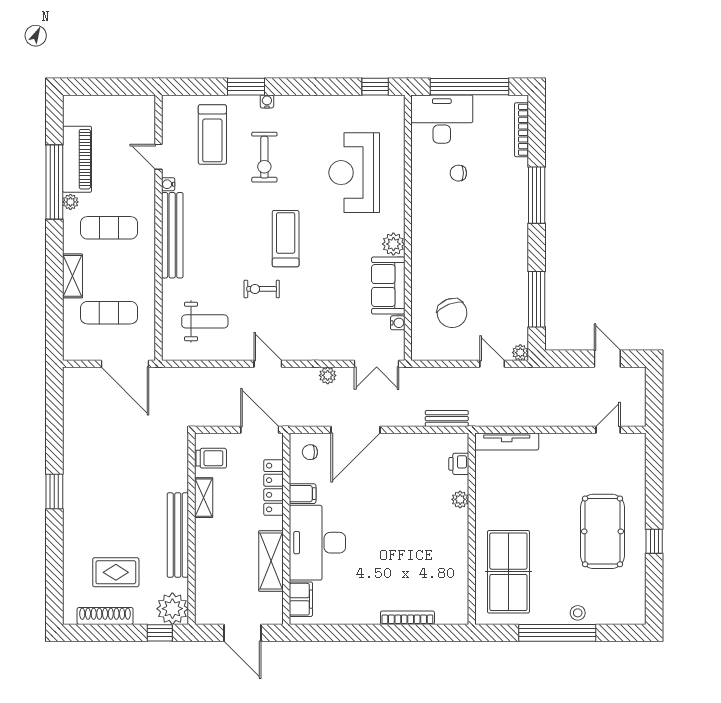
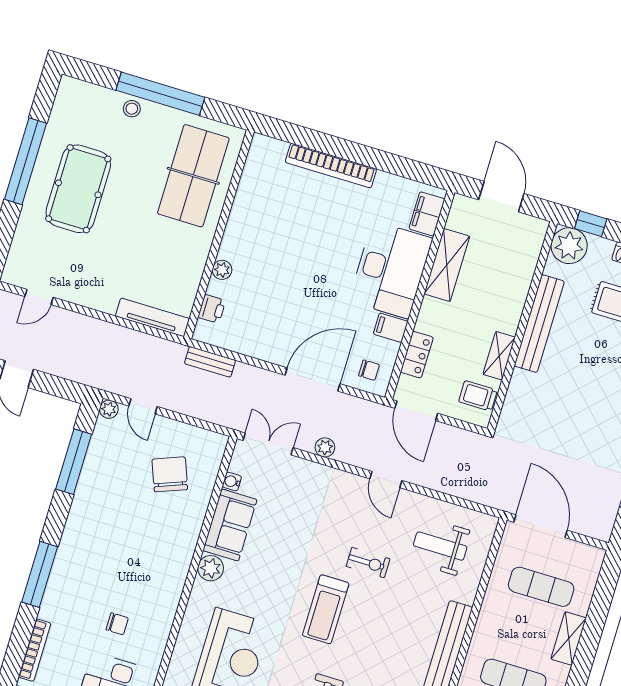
locker: (274, 487) -> (417, 355), width x0.66
window: (654, 541) -> (26, 161), width x3.17
bookcase: (407, 618) -> (331, 166), width x1.48, depth x1.31

